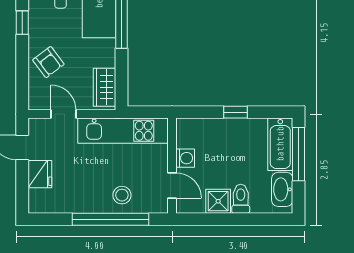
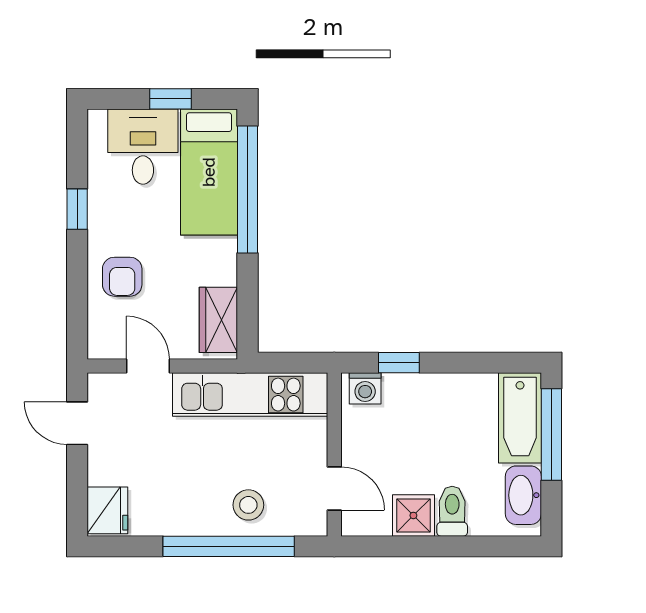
armchair: (48, 62) -> (122, 277), turned 37
window: (235, 112) -> (399, 363), moved
washing machine: (185, 158) -> (365, 388), moved, turned 90
fridge: (40, 174) -> (107, 510), moved

